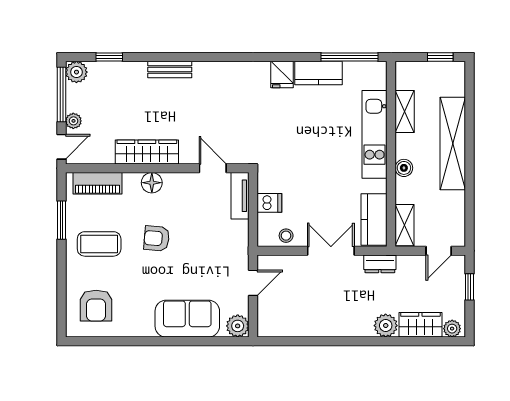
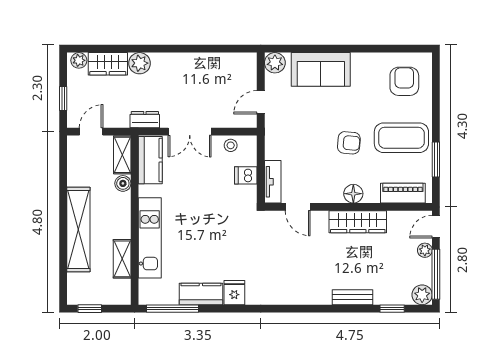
bench: (170, 69) -> (353, 297), moved
boiler: (404, 168) -> (123, 183), moved
coffee table: (99, 244) -> (401, 138), width x1.36, depth x1.32

